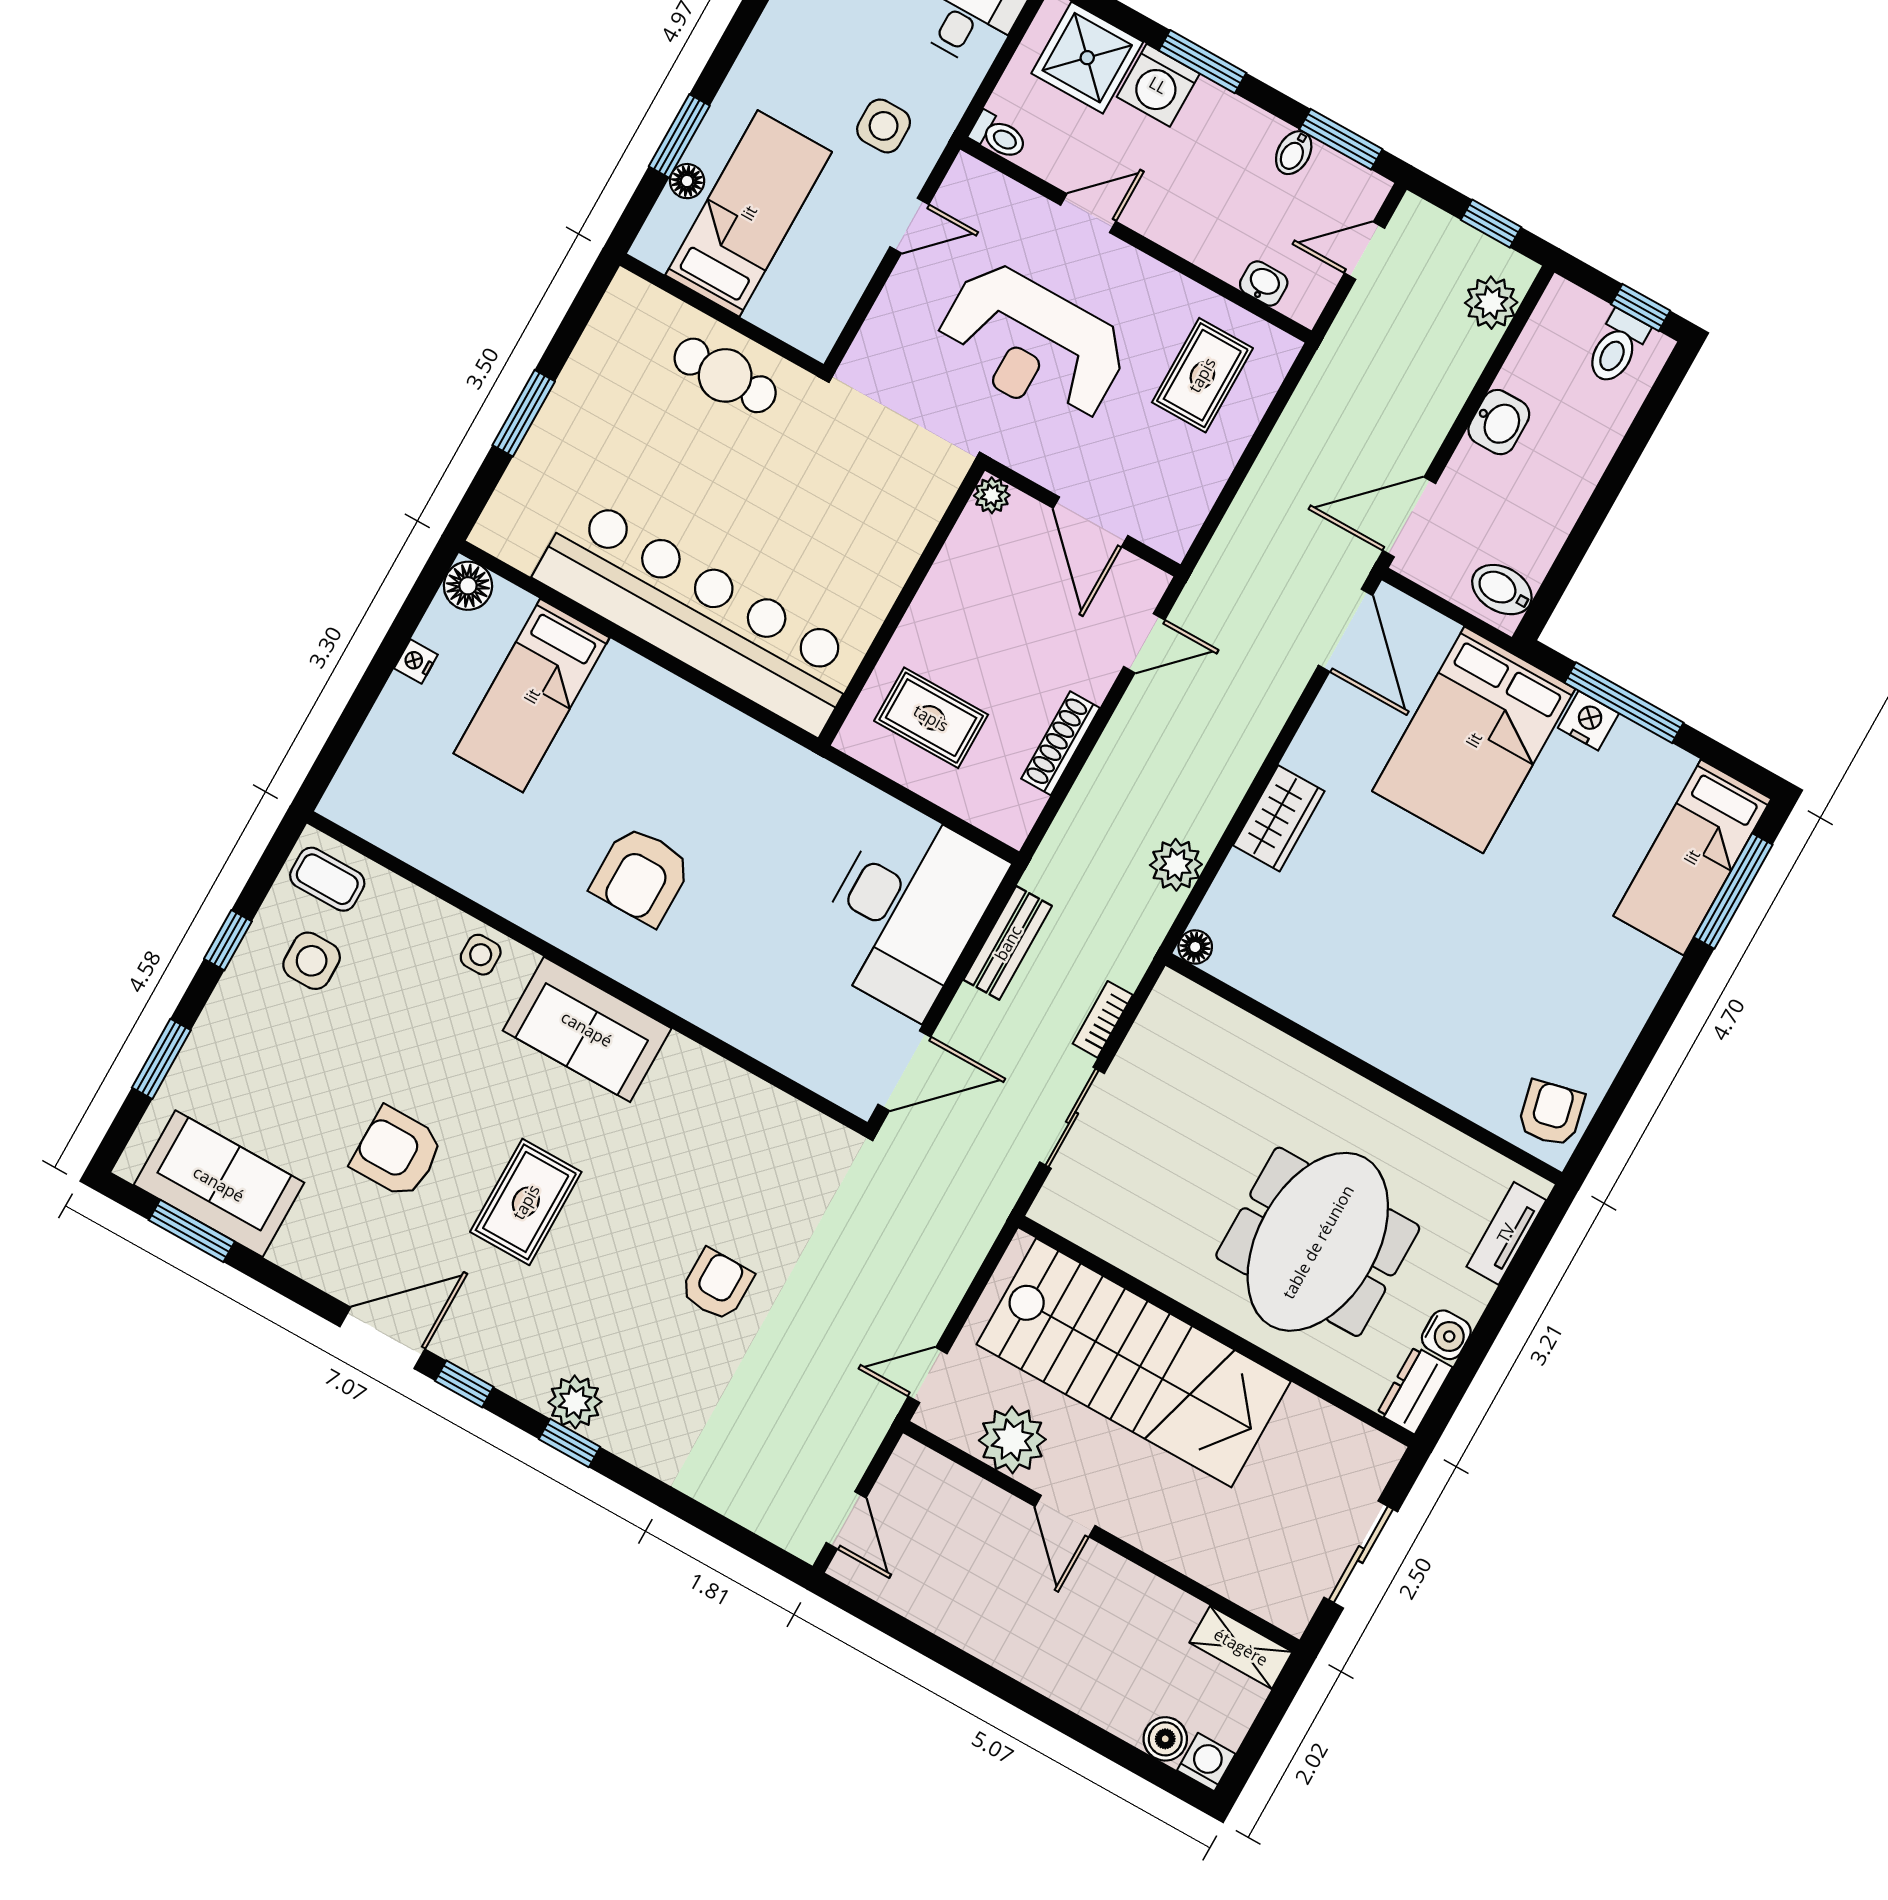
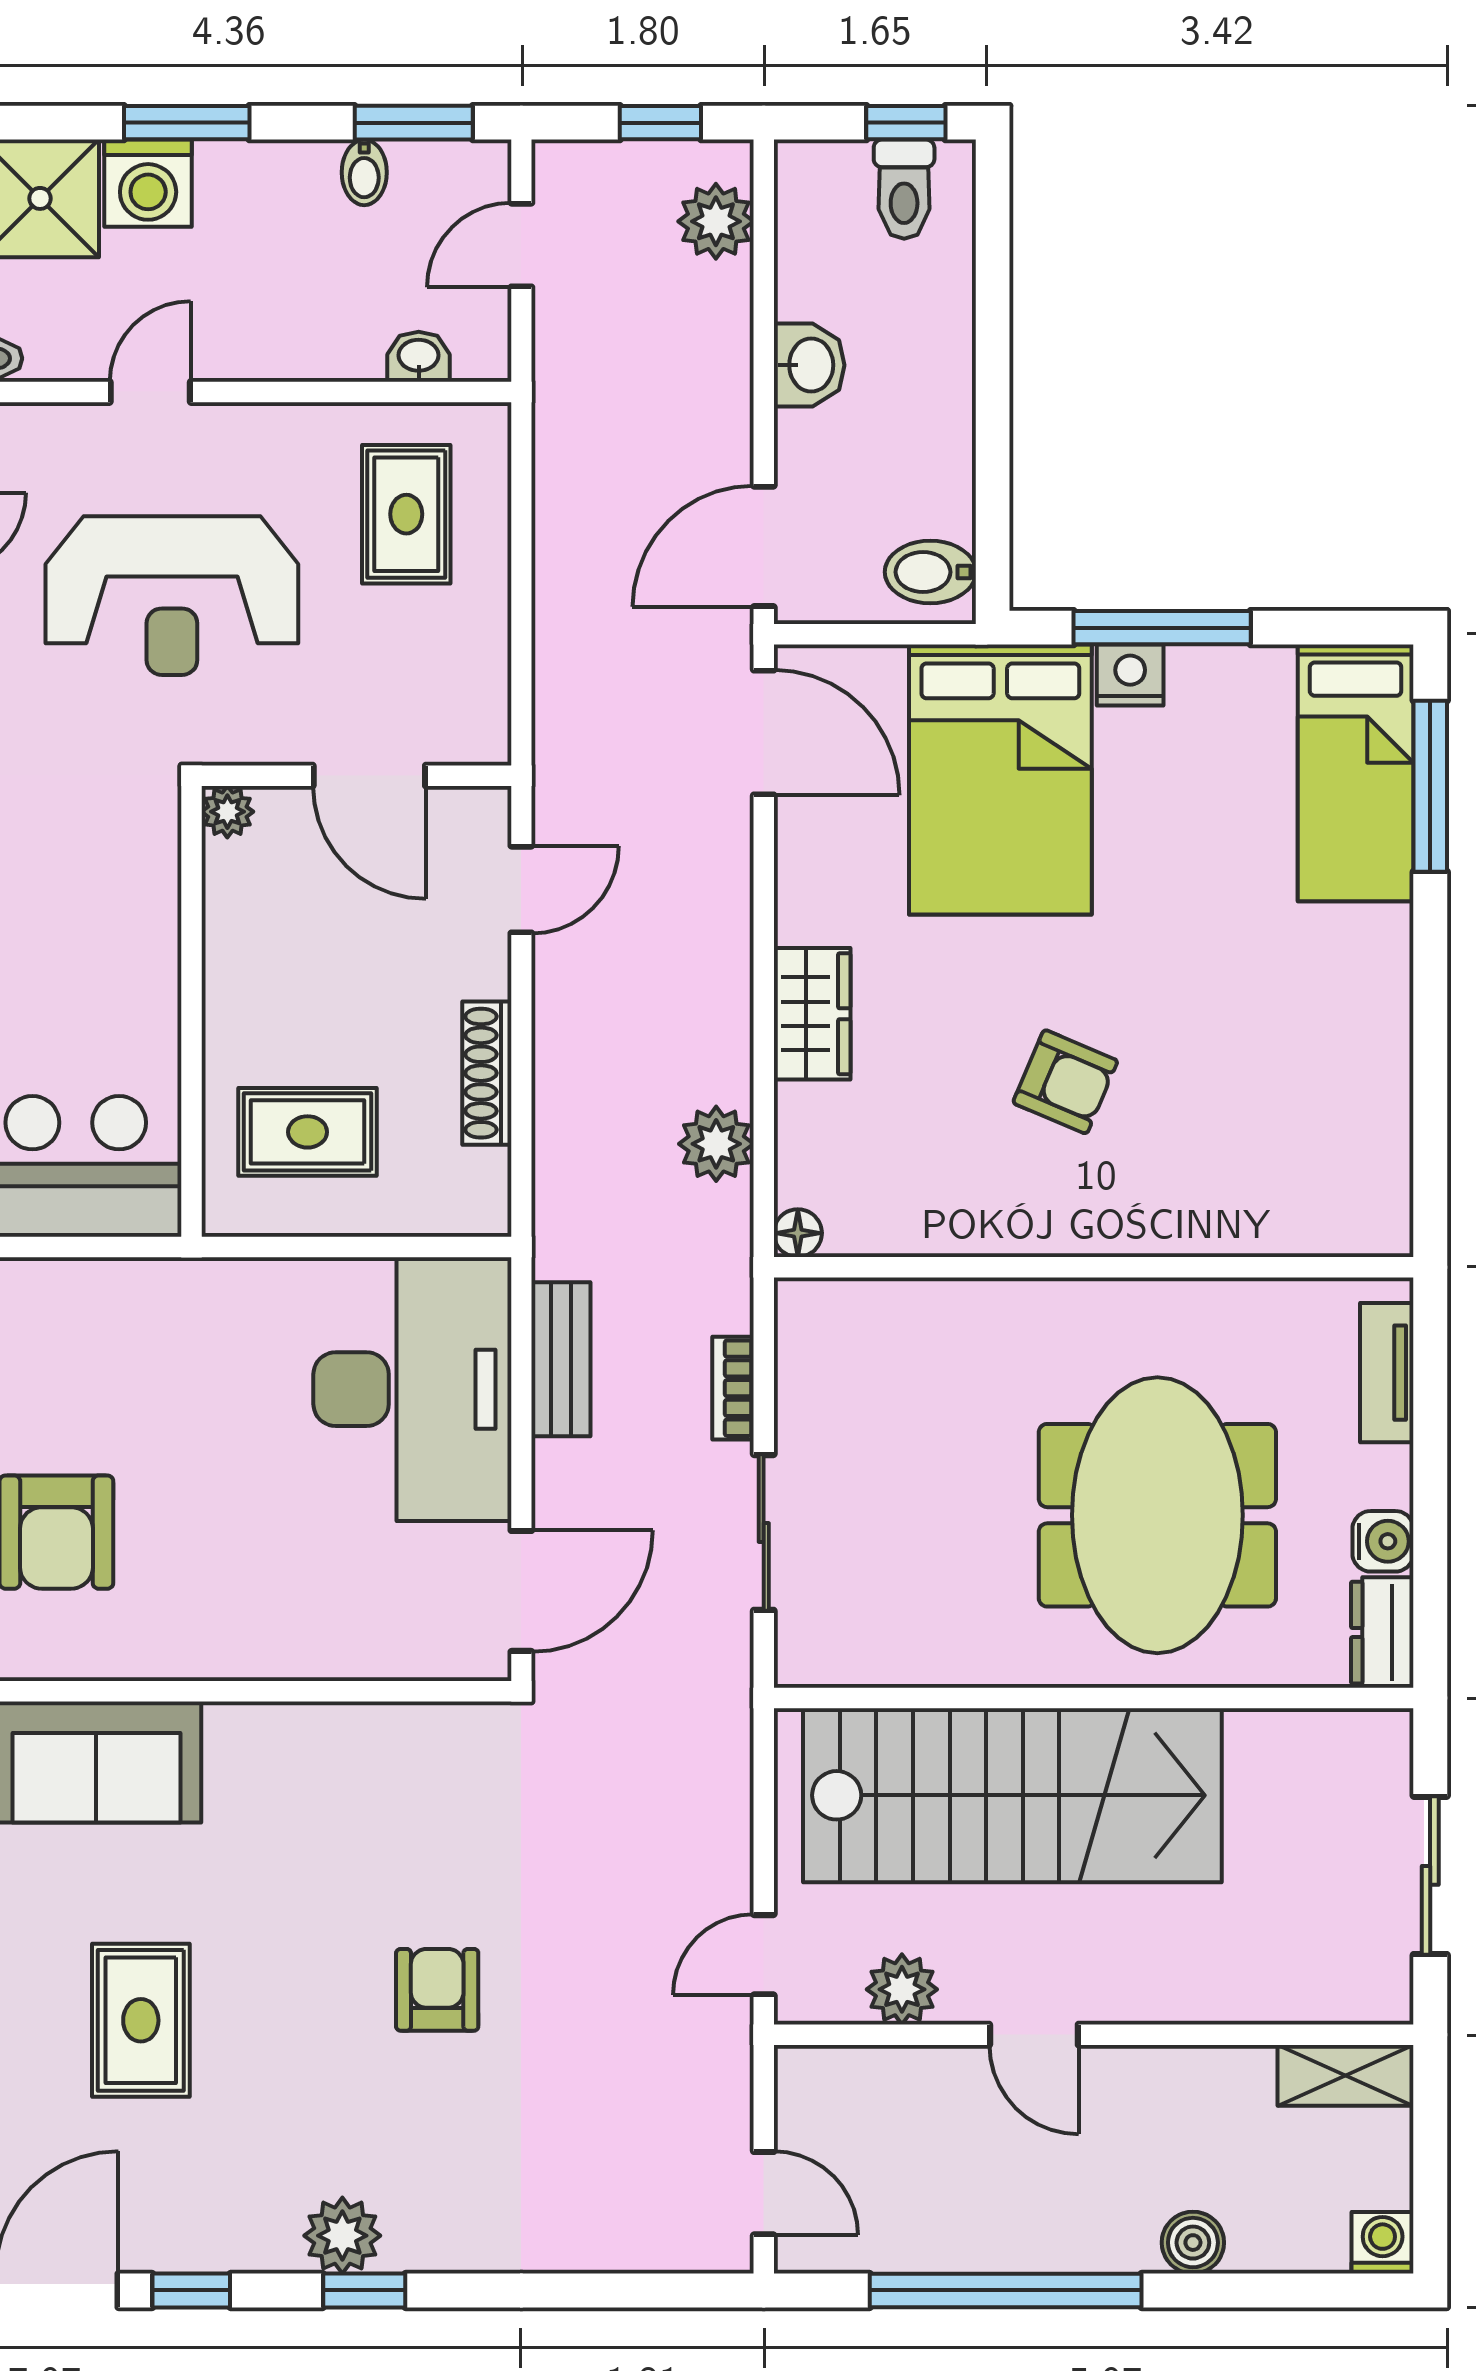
armchair: (1551, 1113) -> (1065, 1082), moved, turned 126
plant: (1012, 1440) -> (902, 1989), width x0.73, depth x0.73
window: (960, 1662) -> (1006, 2290), added
boiler: (1165, 1739) -> (1193, 2243), moved

